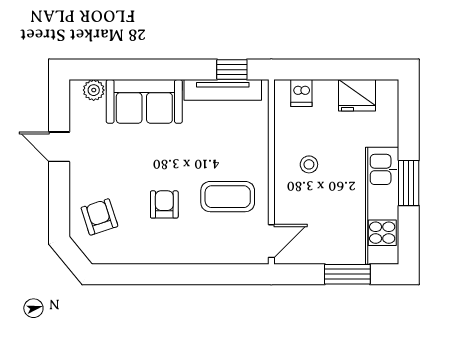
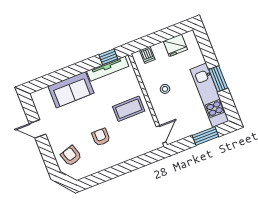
plant: (94, 90) -> (44, 94), removed
coffee table: (228, 197) -> (129, 109), moved

